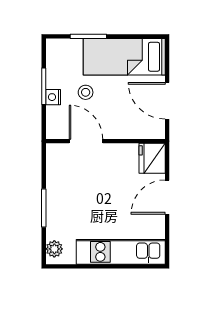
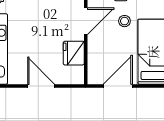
fridge: (152, 158) -> (74, 53), moved, turned -90

